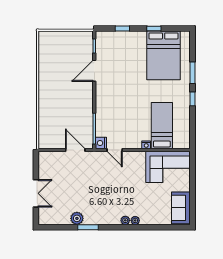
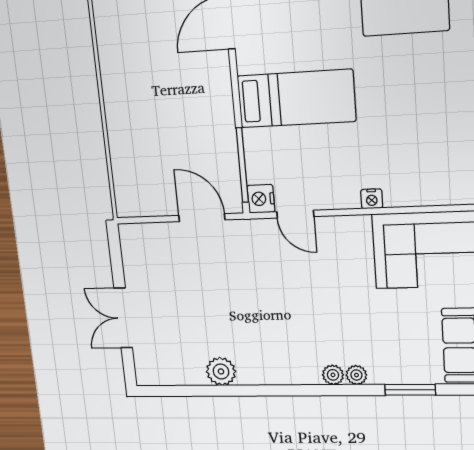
bed: (162, 126) -> (296, 99), moved, turned 90
double door: (36, 193) -> (123, 318), swing flipped
window: (88, 227) -> (410, 390), moved

